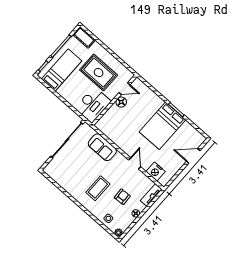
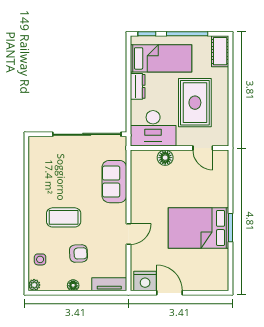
dresser: (65, 94) -> (138, 86), added
floor lamp: (121, 102) -> (165, 158), moved
door: (193, 156) -> (170, 293), moved
nightstand: (156, 172) -> (145, 281), moved, turned -90

